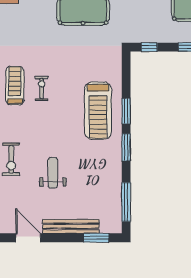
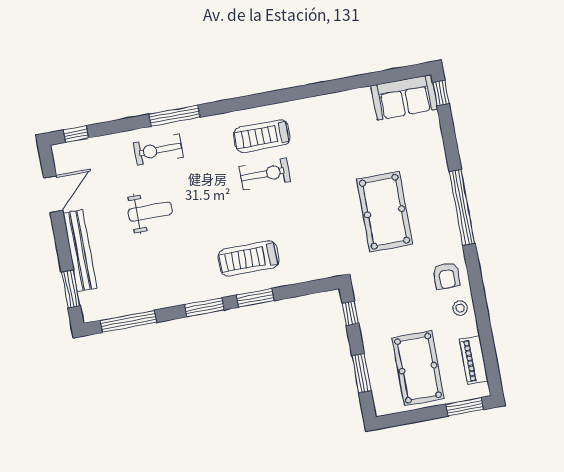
treadmill: (15, 86) -> (262, 136), turned 180
exercise bike: (42, 89) -> (265, 174), width x1.38, depth x1.39
treadmill: (98, 111) -> (249, 258), width x0.73, depth x0.73

